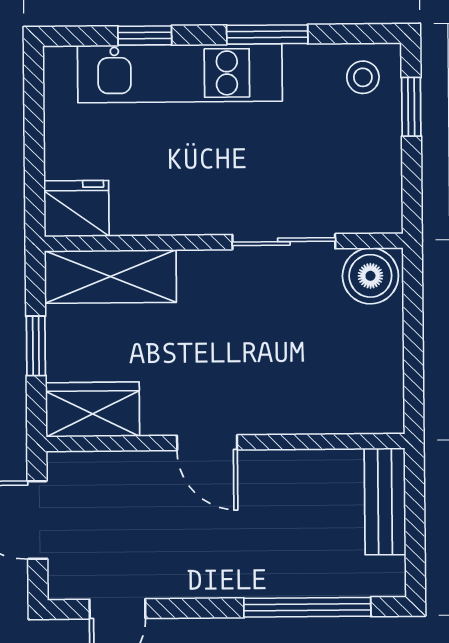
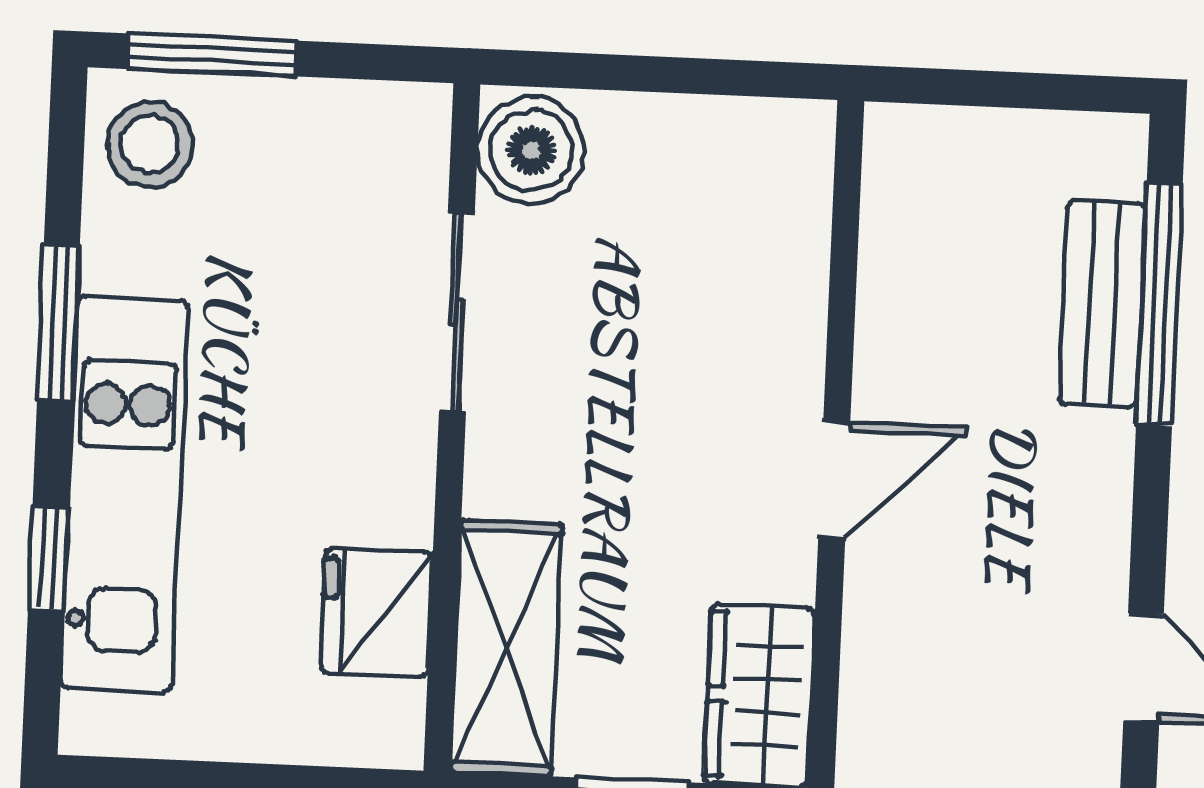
stool: (363, 77) -> (150, 144), width x1.37, depth x1.37
window: (411, 107) -> (211, 55), width x1.50
fridge: (76, 209) -> (377, 612), moved
bench: (385, 501) -> (1102, 304), moved, turned 90

